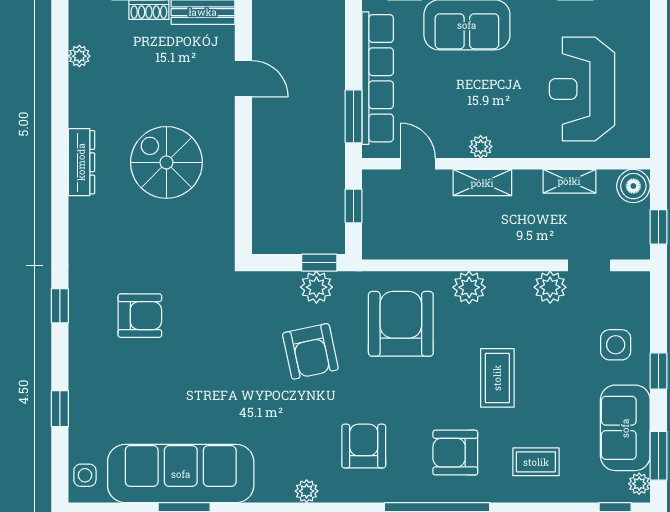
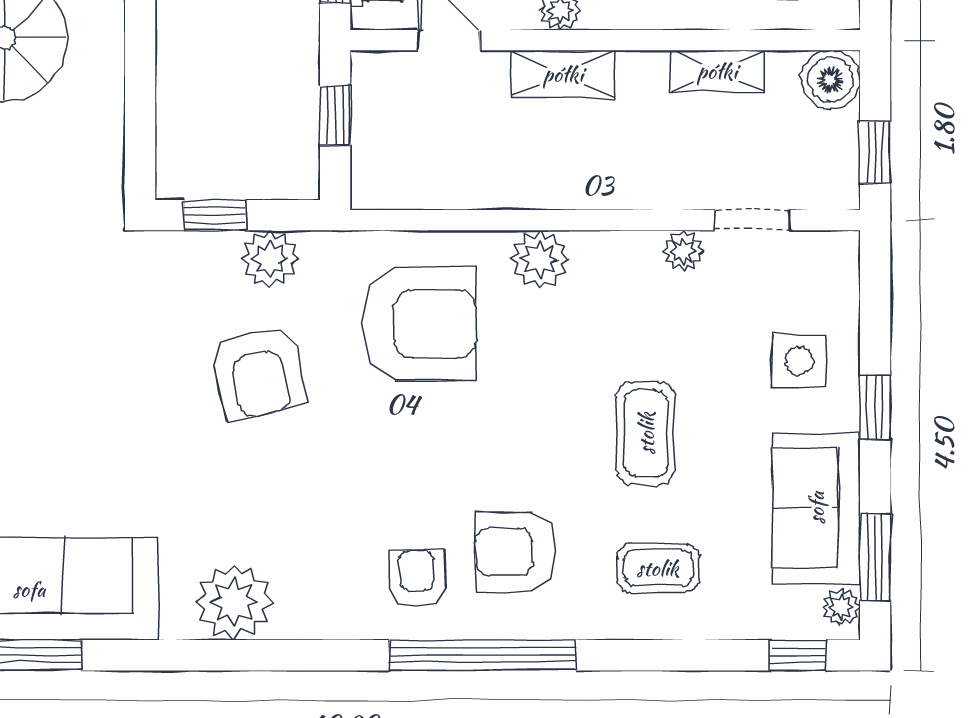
window: (319, 263) -> (215, 215), moved
plant: (550, 287) -> (683, 251), width x0.73, depth x0.73
armchair: (401, 324) -> (419, 324), turned 90
coffee table: (497, 378) -> (646, 433), moved
armchair: (364, 446) -> (417, 578), moved, width x0.72, depth x0.72
plant: (307, 491) -> (234, 602), width x1.87, depth x1.87

